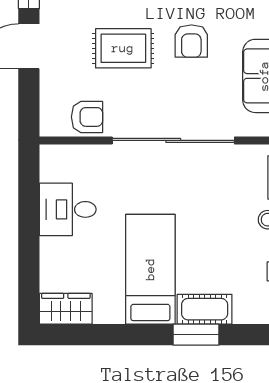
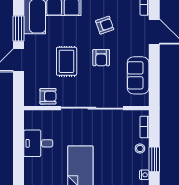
rug: (123, 48) -> (67, 61), turned 90

